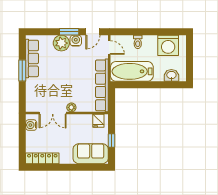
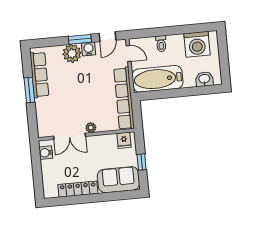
locker: (42, 158) -> (78, 189), moved

